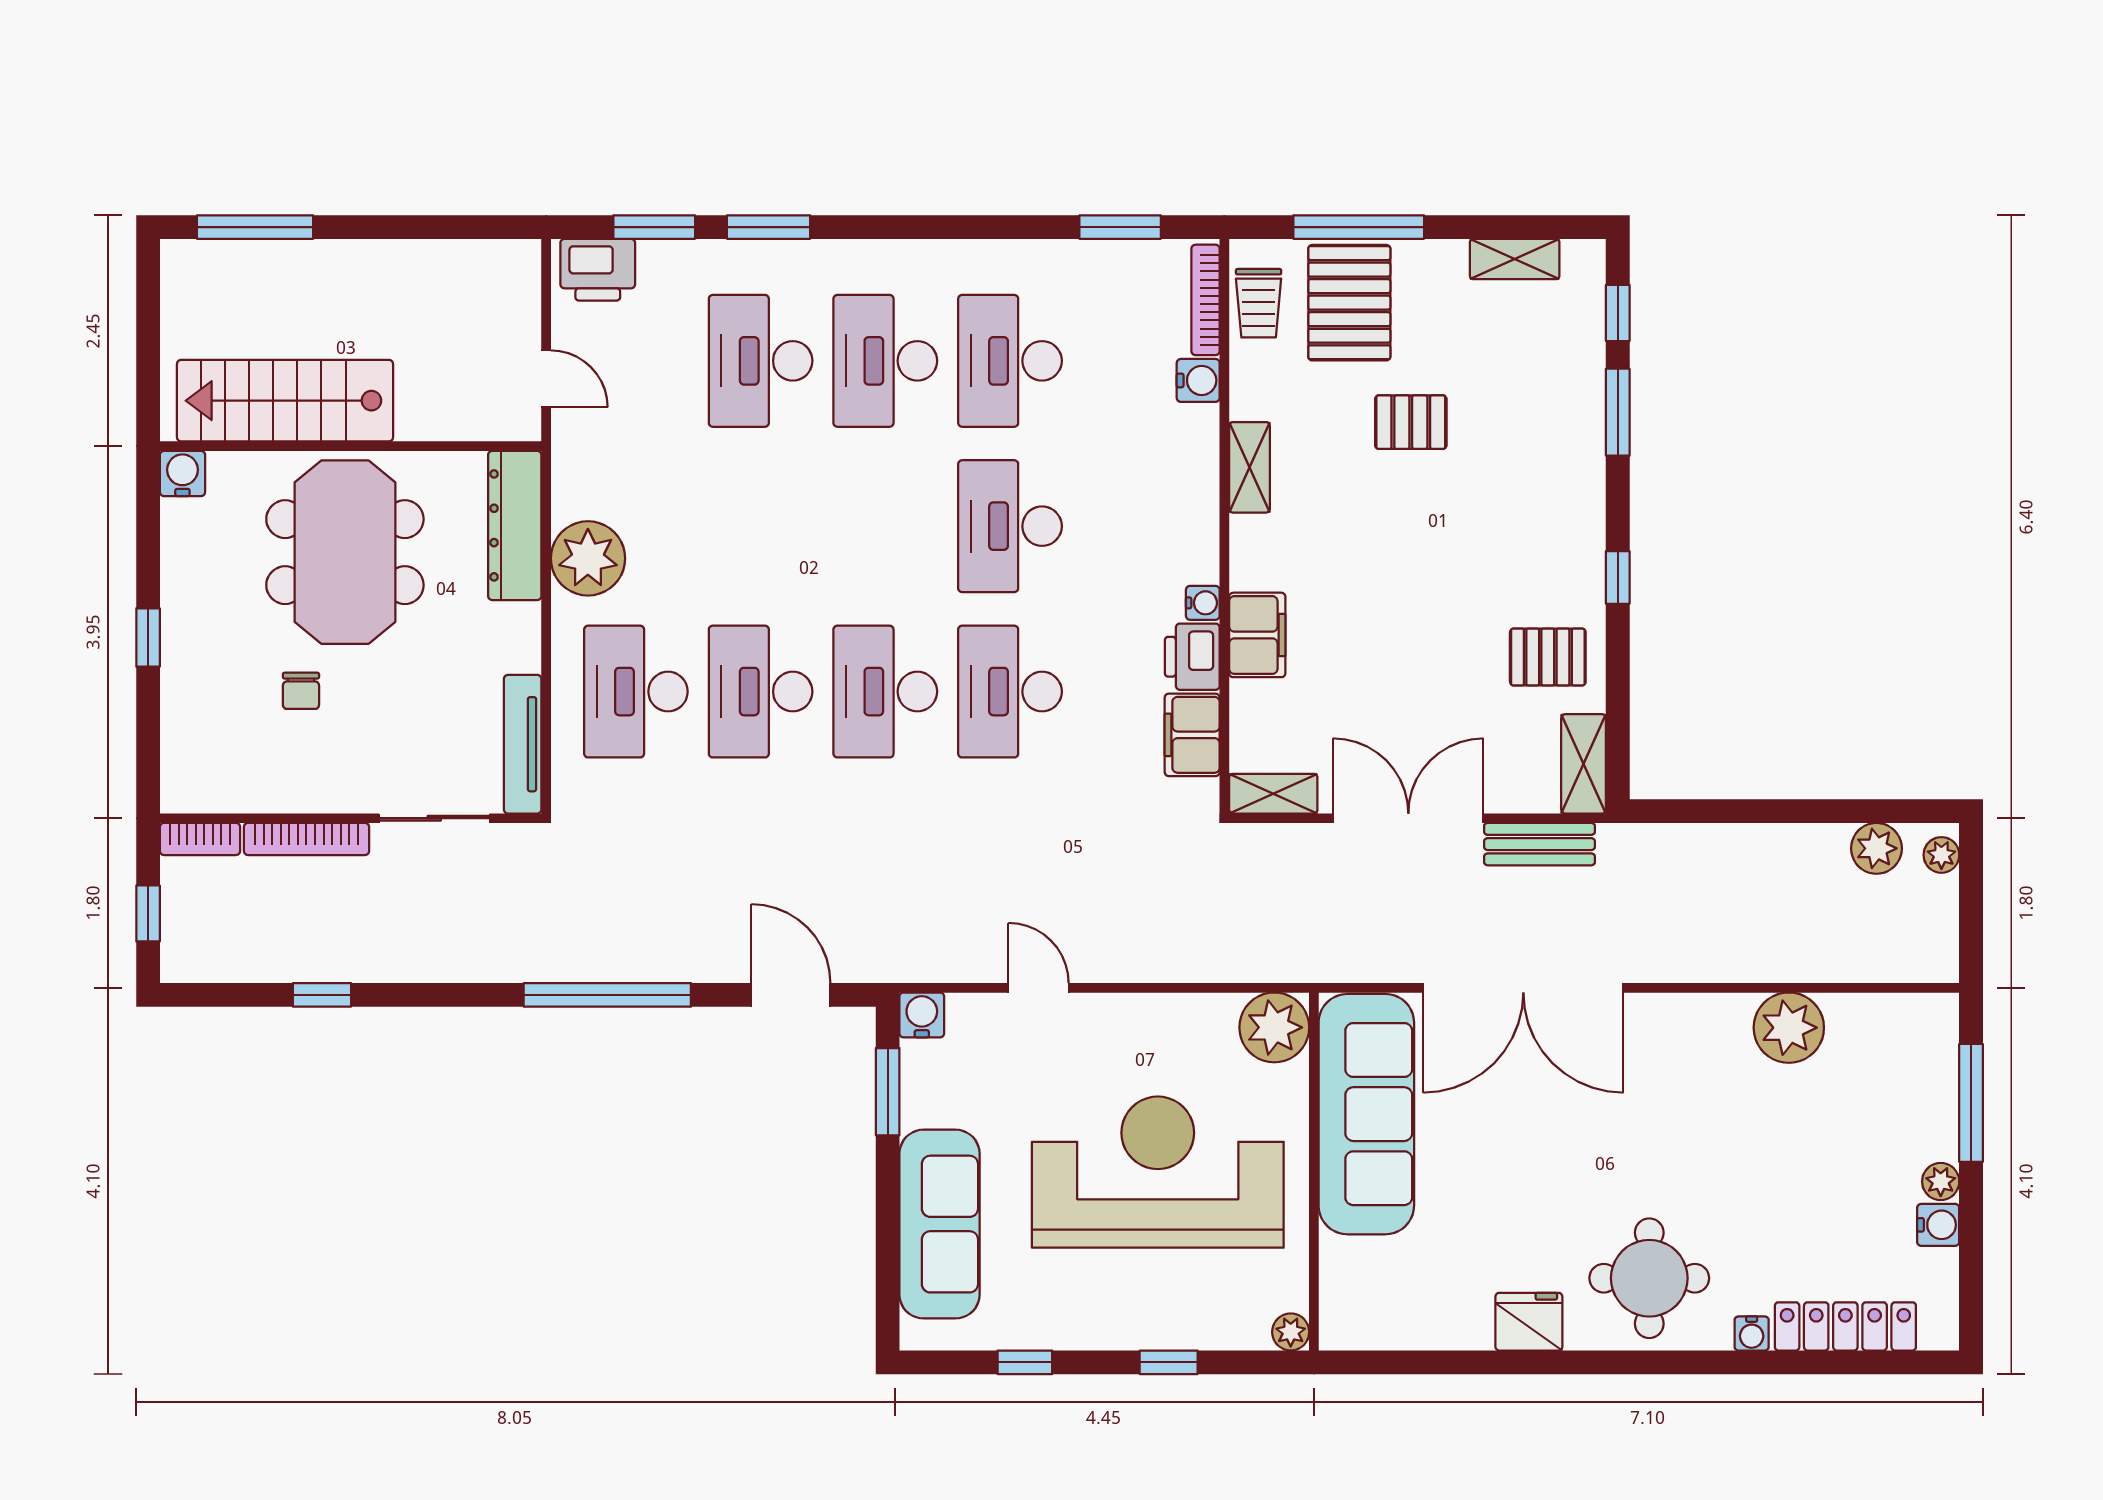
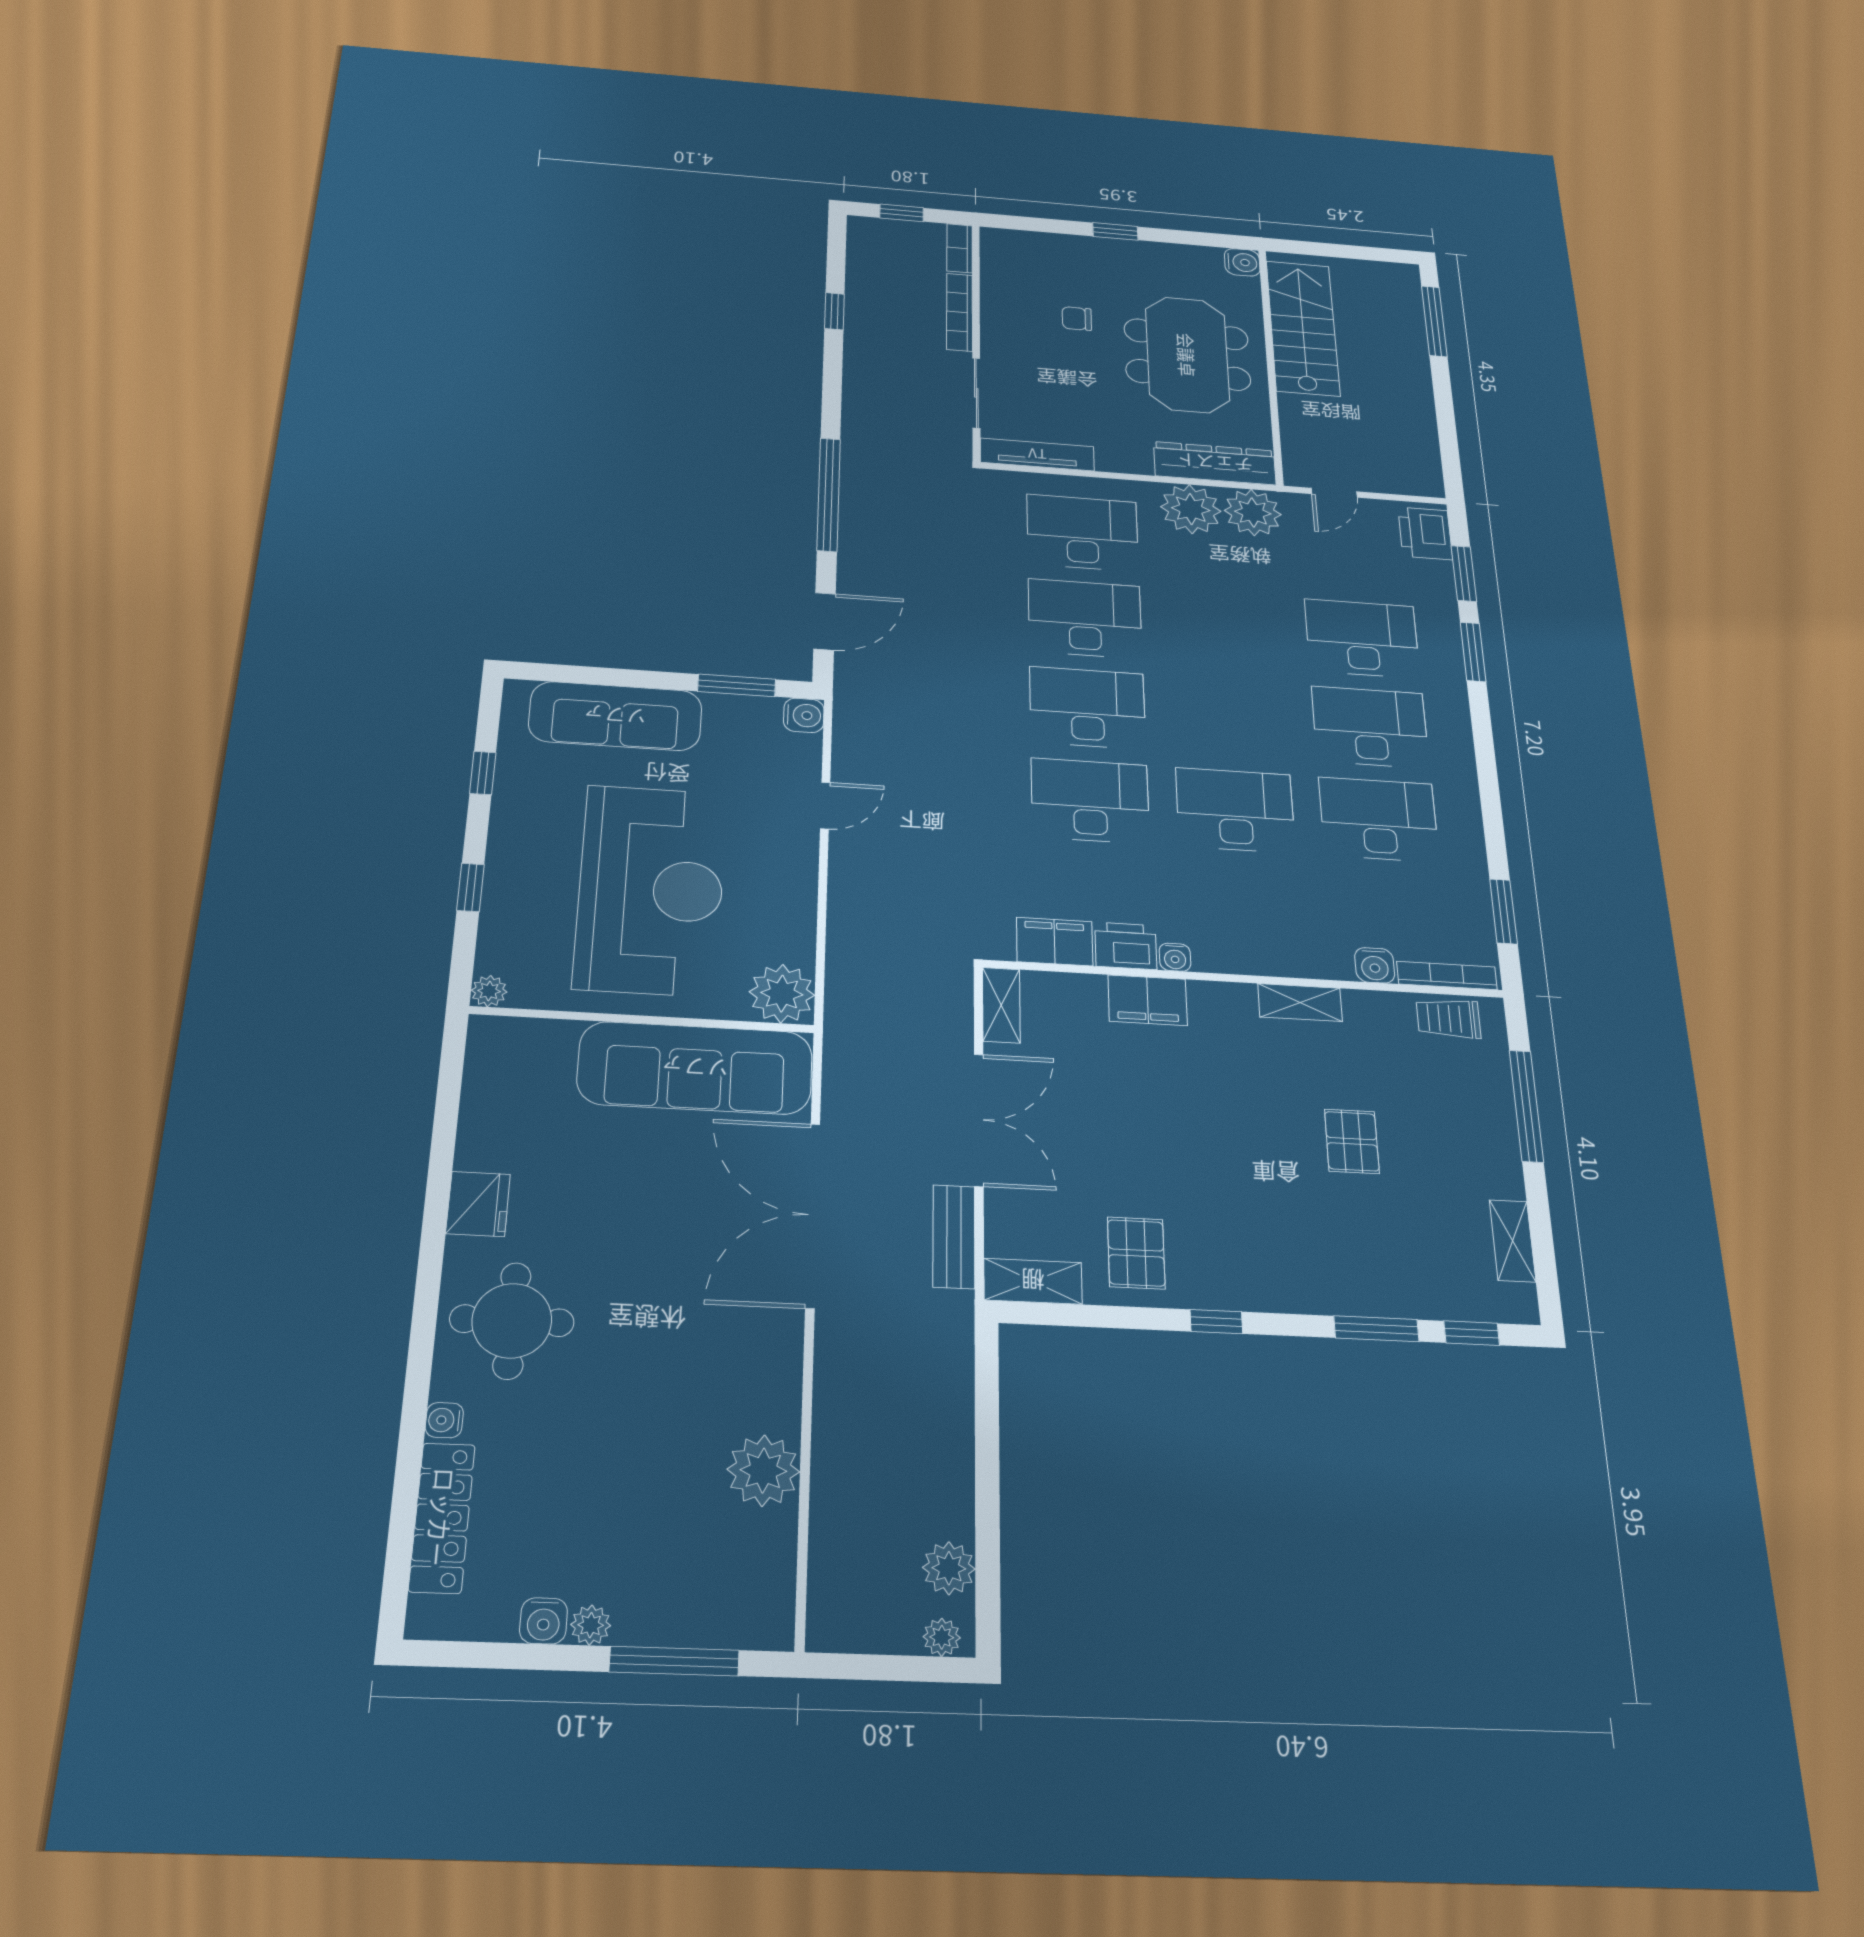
pallet: (1349, 303) -> (1457, 1094), removed
plant: (586, 482) -> (1253, 513), added
meeting table: (345, 552) -> (1187, 355), turned 90

